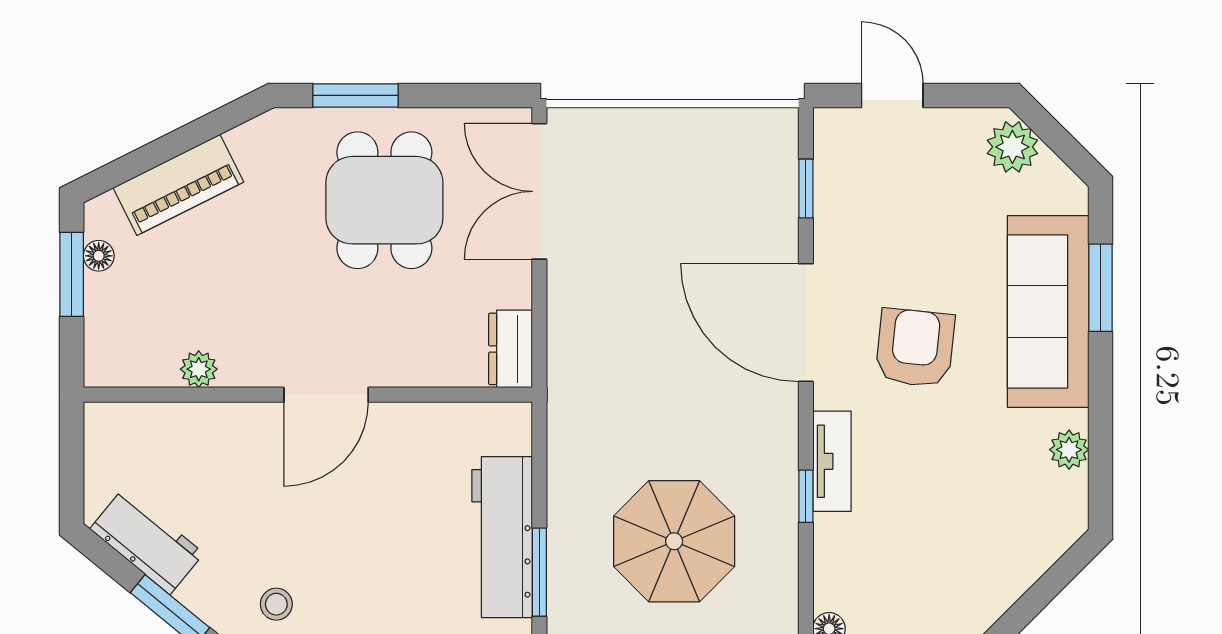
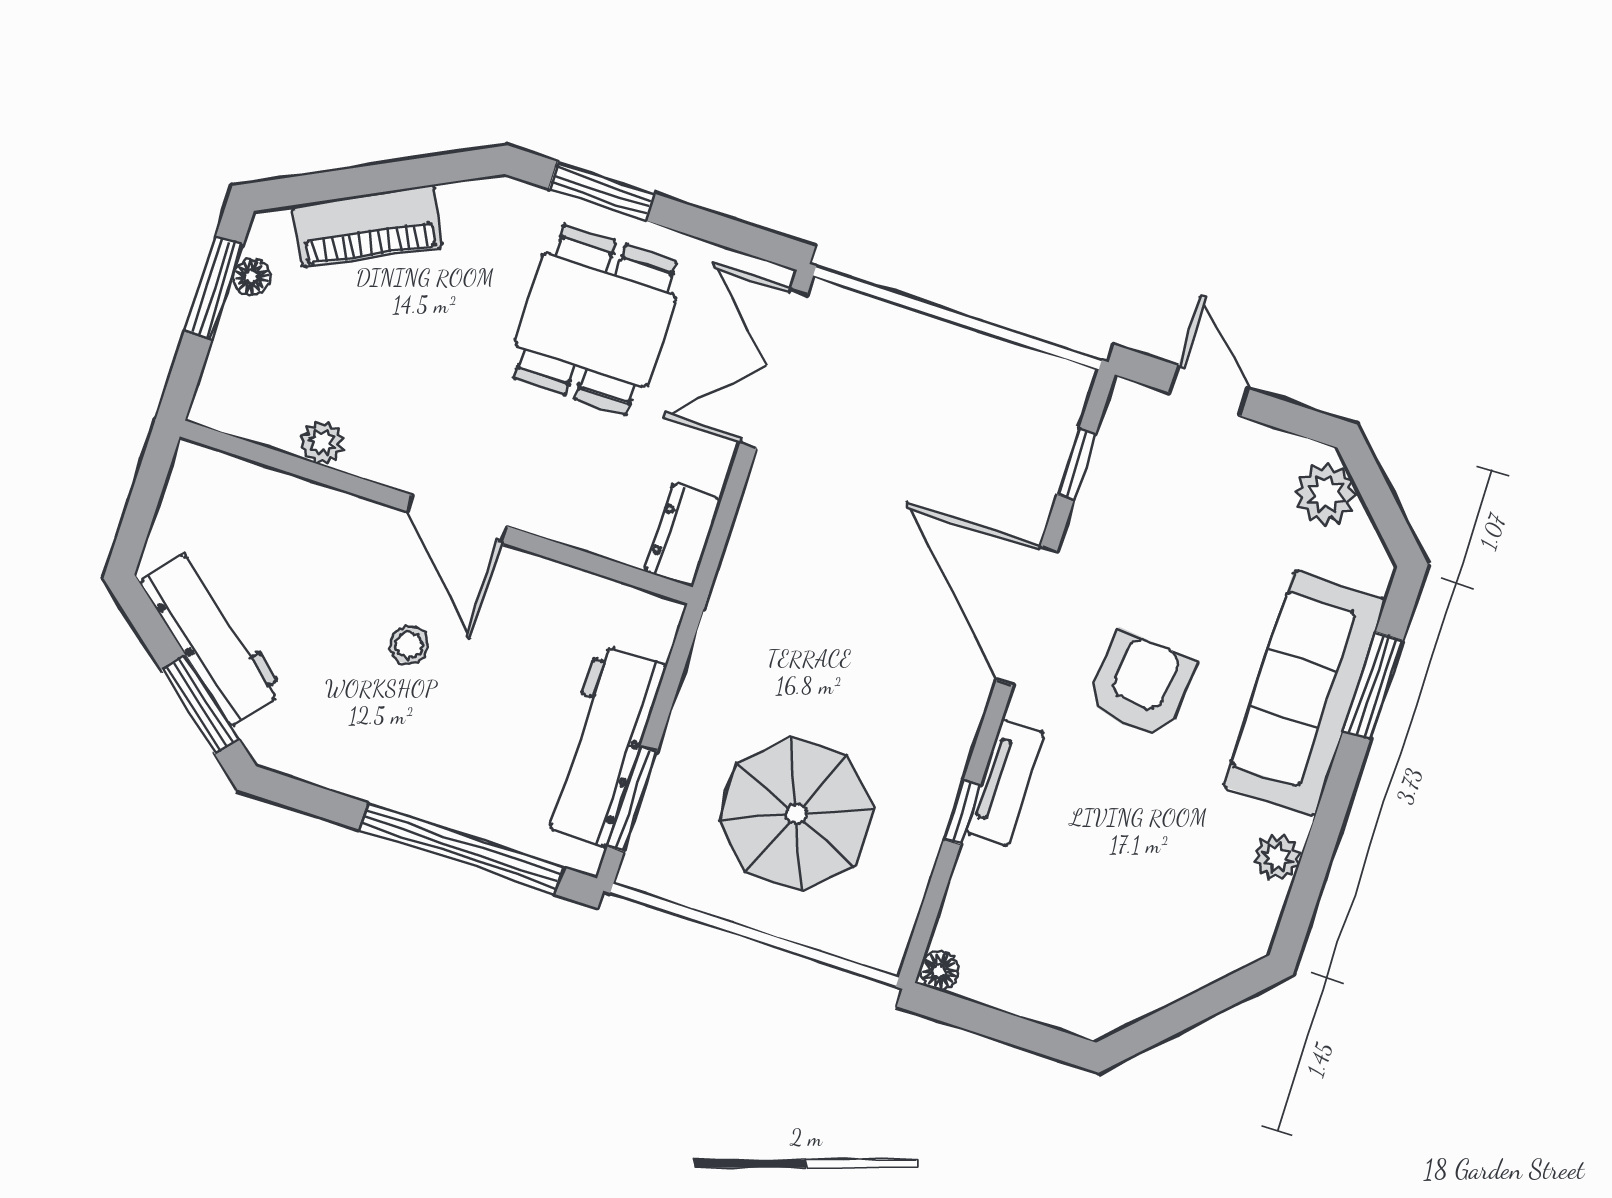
door: (326, 395) -> (457, 519), hinge flipped
workbench: (147, 541) -> (212, 637), width x1.38
stool: (276, 604) -> (409, 645), moved

